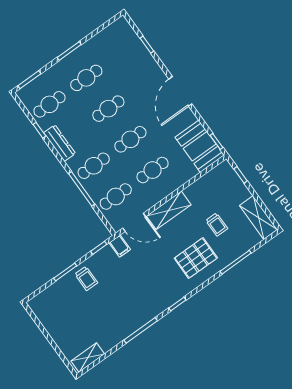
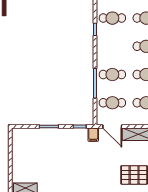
dresser: (59, 143) -> (102, 46), removed
trolley: (86, 278) -> (59, 140), removed

